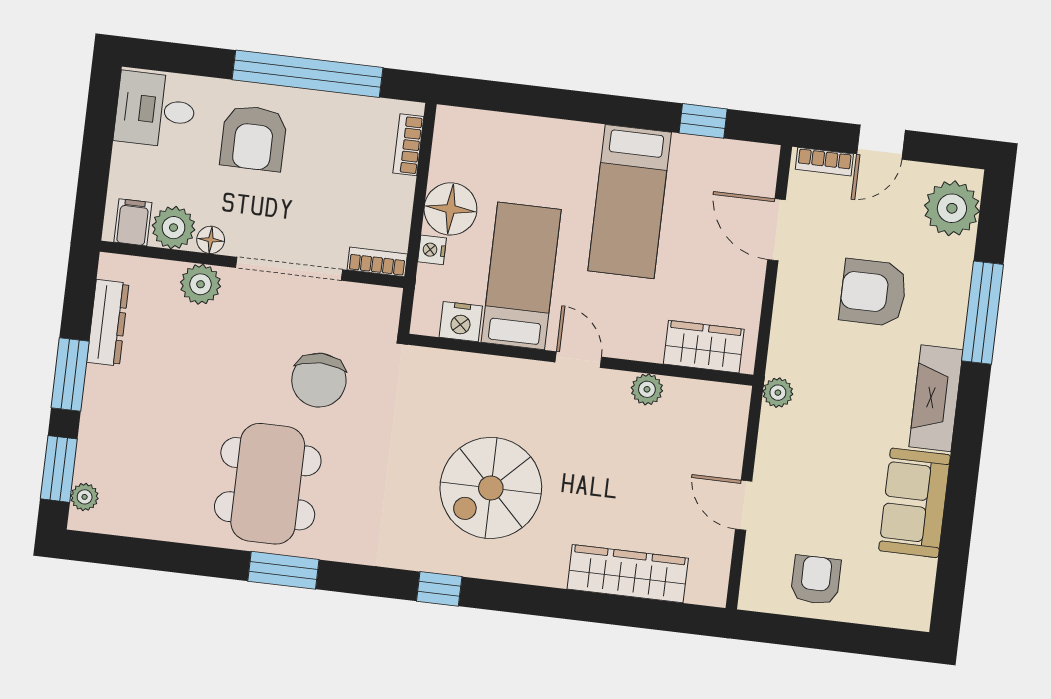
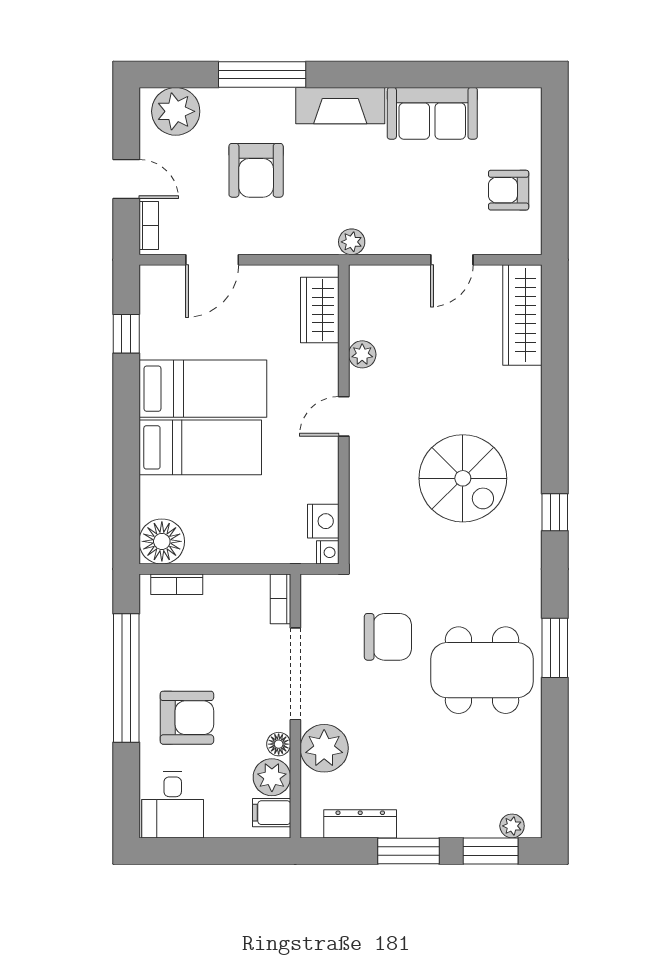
floor lamp: (450, 209) -> (162, 541), moved
nightstand: (432, 250) -> (328, 552), moved, turned -90
bed: (521, 276) -> (200, 447), moved, turned 180
plant: (200, 284) -> (324, 748), width x1.36, depth x1.36
wardrobe: (628, 574) -> (522, 315), moved

